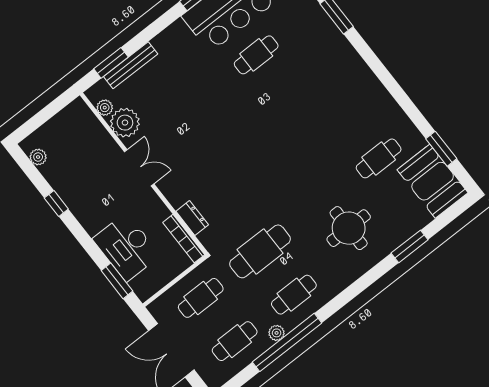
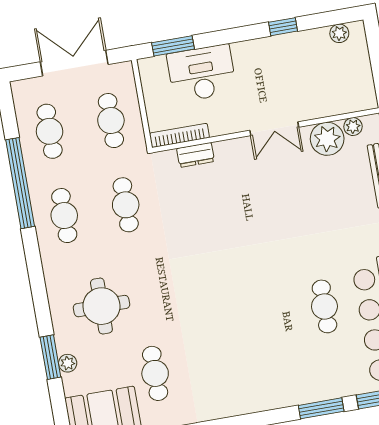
cafe table: (260, 251) -> (126, 205), width x0.73, depth x0.74
plant: (277, 333) -> (68, 363), moved

